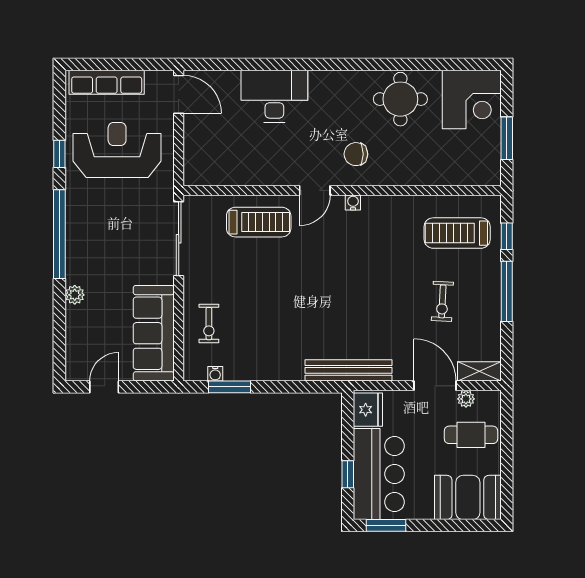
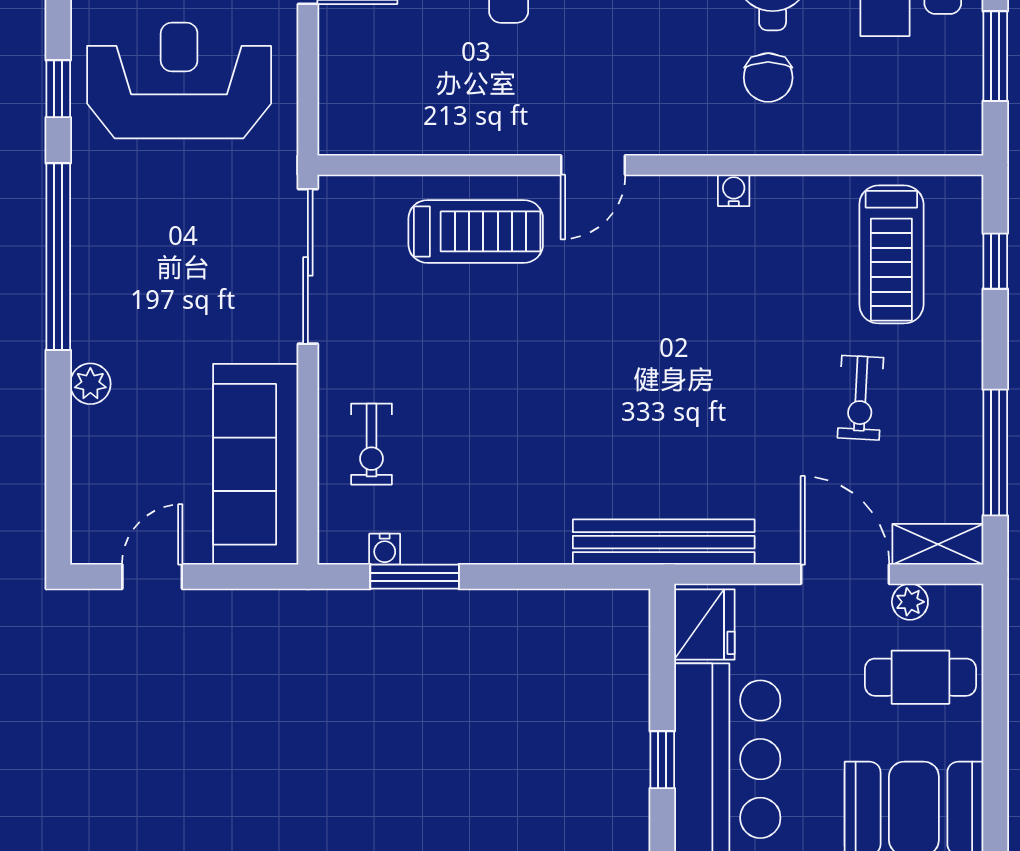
chair: (356, 154) -> (768, 78), moved, turned -90
water cooler: (353, 202) -> (734, 190), moved
treadmill: (457, 233) -> (891, 254), turned -90
window: (507, 291) -> (995, 453), moved

